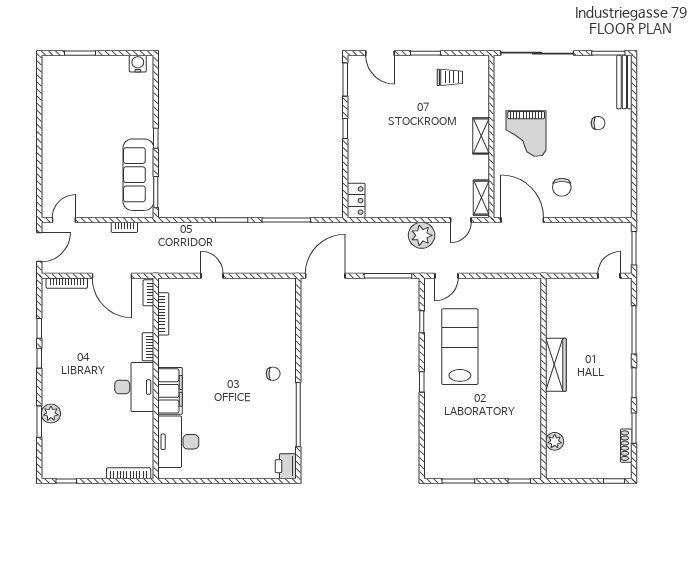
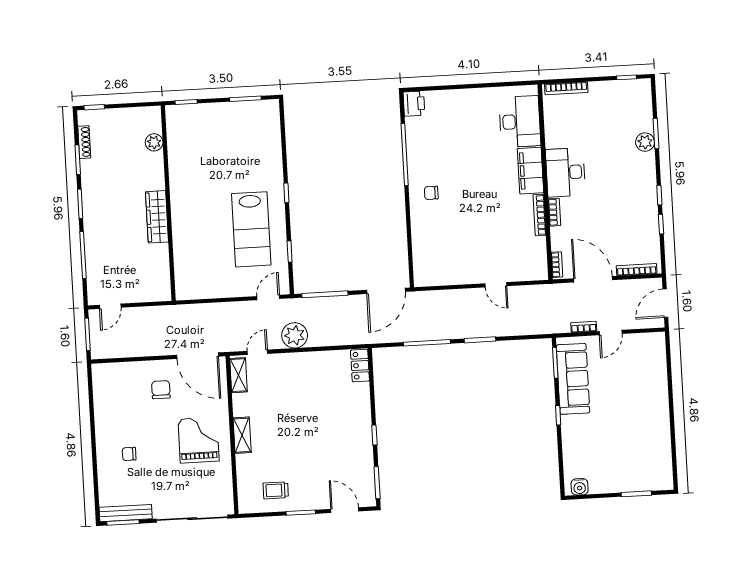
bench: (624, 82) -> (126, 513), moved, turned 90
door: (64, 220) -> (611, 333), moved
bookcase: (163, 314) -> (540, 215), moved

